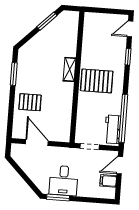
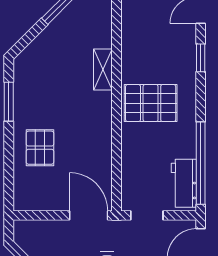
shelving: (70, 69) -> (103, 69), moved
pallet: (30, 102) -> (40, 148), turned 90
door: (37, 143) -> (89, 215), moved

